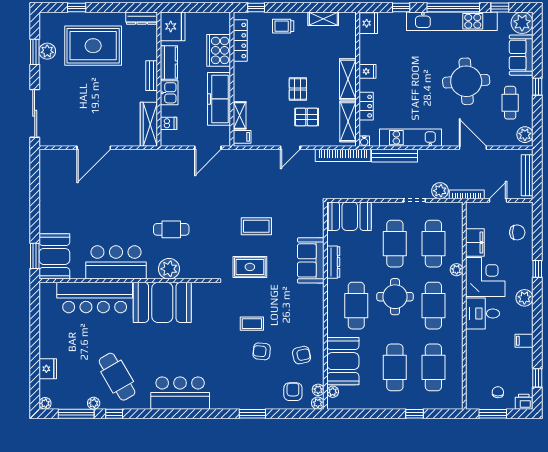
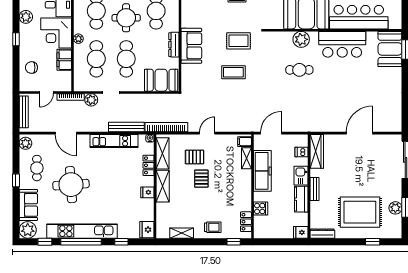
fridge: (173, 26) -> (301, 232), width x0.53, depth x0.75
locker: (240, 41) -> (246, 222), width x0.66
cooker: (219, 50) -> (261, 209), width x0.53, depth x0.76

